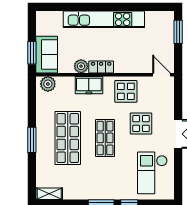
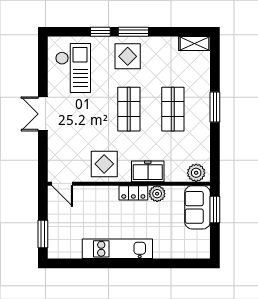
kitchen unit: (104, 19) -> (117, 249), width x0.73
display table: (141, 123) -> (128, 56), moved
shop shelf: (68, 138) -> (173, 109), width x0.70, depth x0.74

